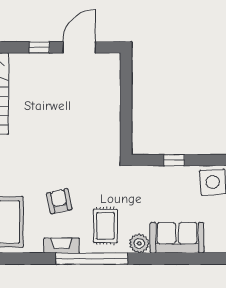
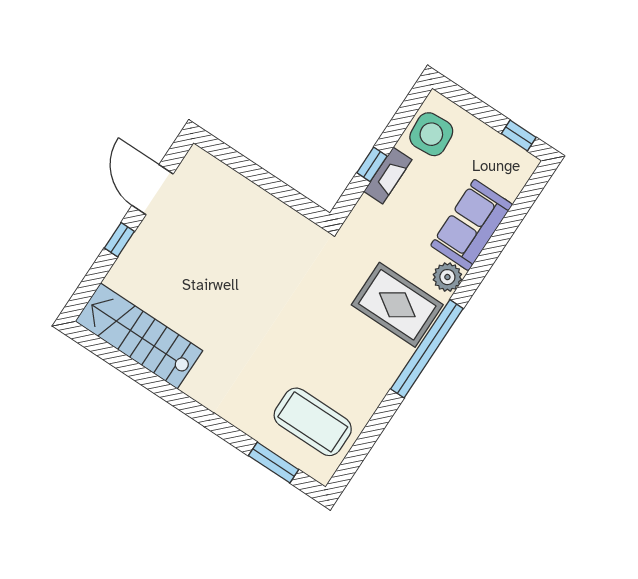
armchair: (59, 201) -> (328, 342), removed
rug: (105, 226) -> (397, 305), width x1.36, depth x1.43
fireplace: (62, 246) -> (388, 176), moved, turned 180

